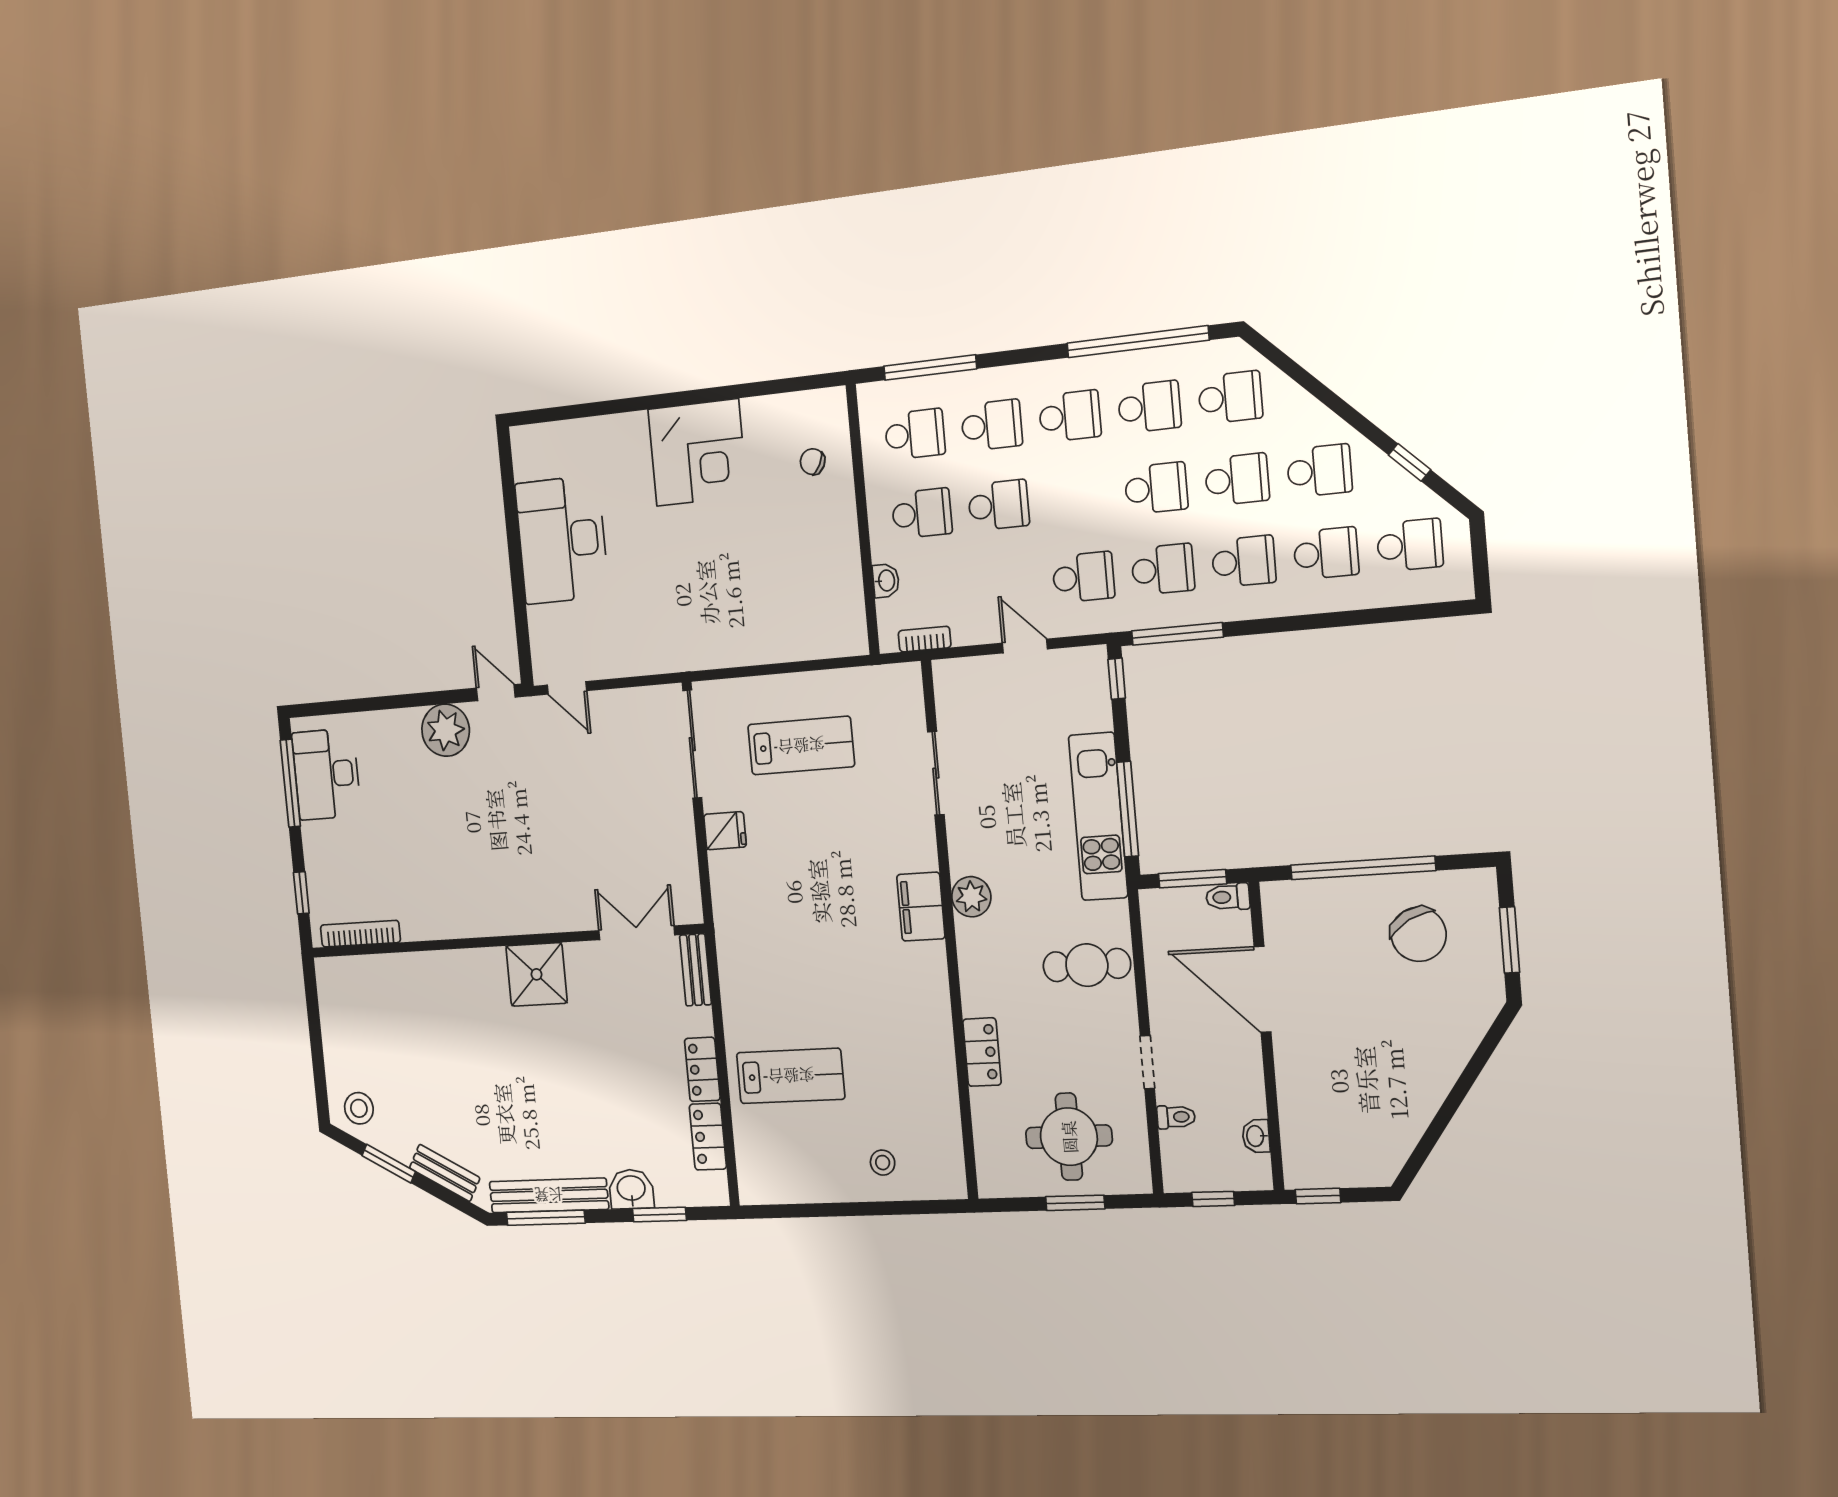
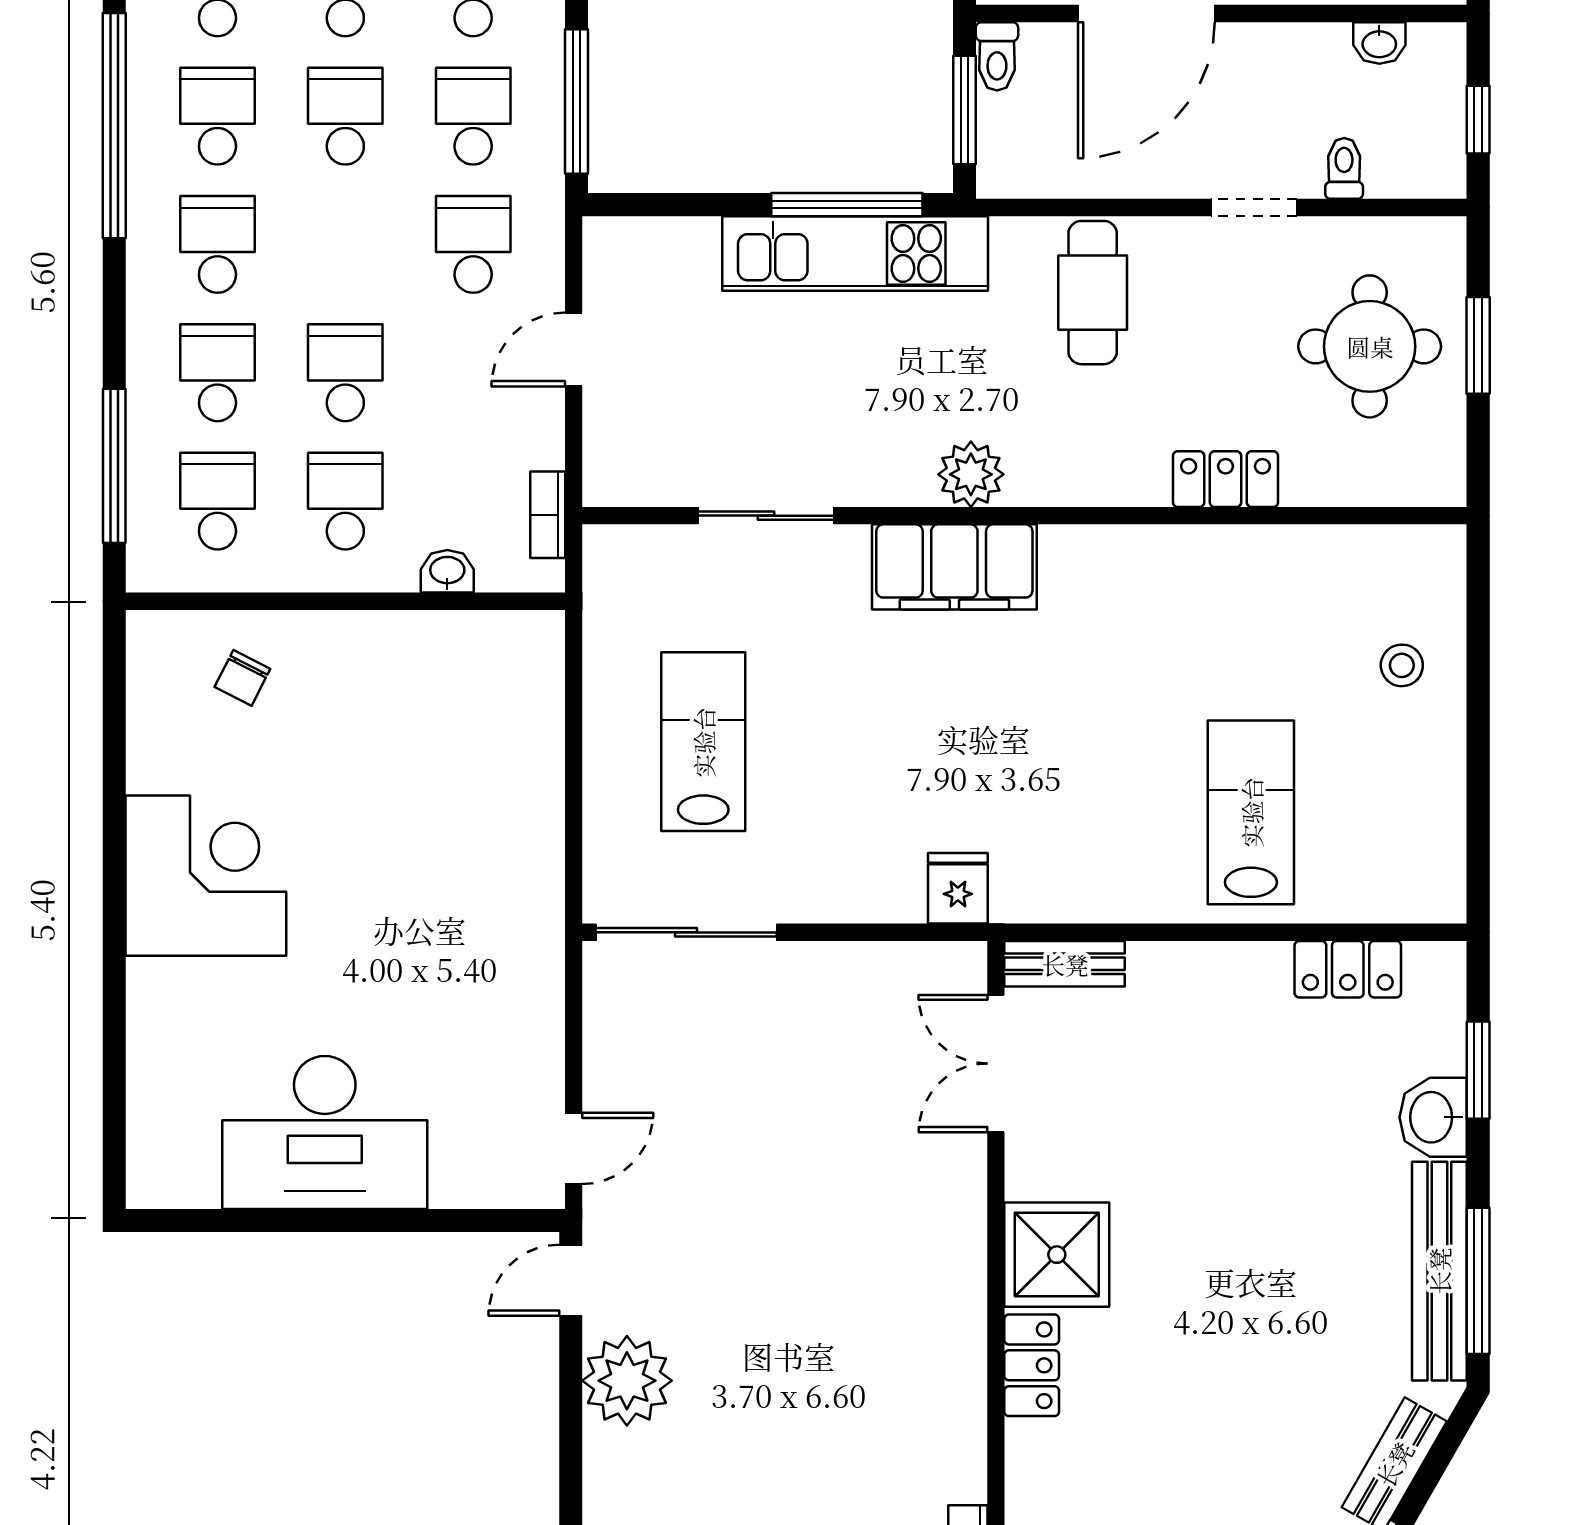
window: (1117, 679) -> (638, 205), removed
fridge: (725, 831) -> (958, 888), moved
filing cabinet: (921, 907) -> (954, 567), width x1.50, depth x1.17
locker: (702, 1069) -> (1032, 1365), moved, turned -90

